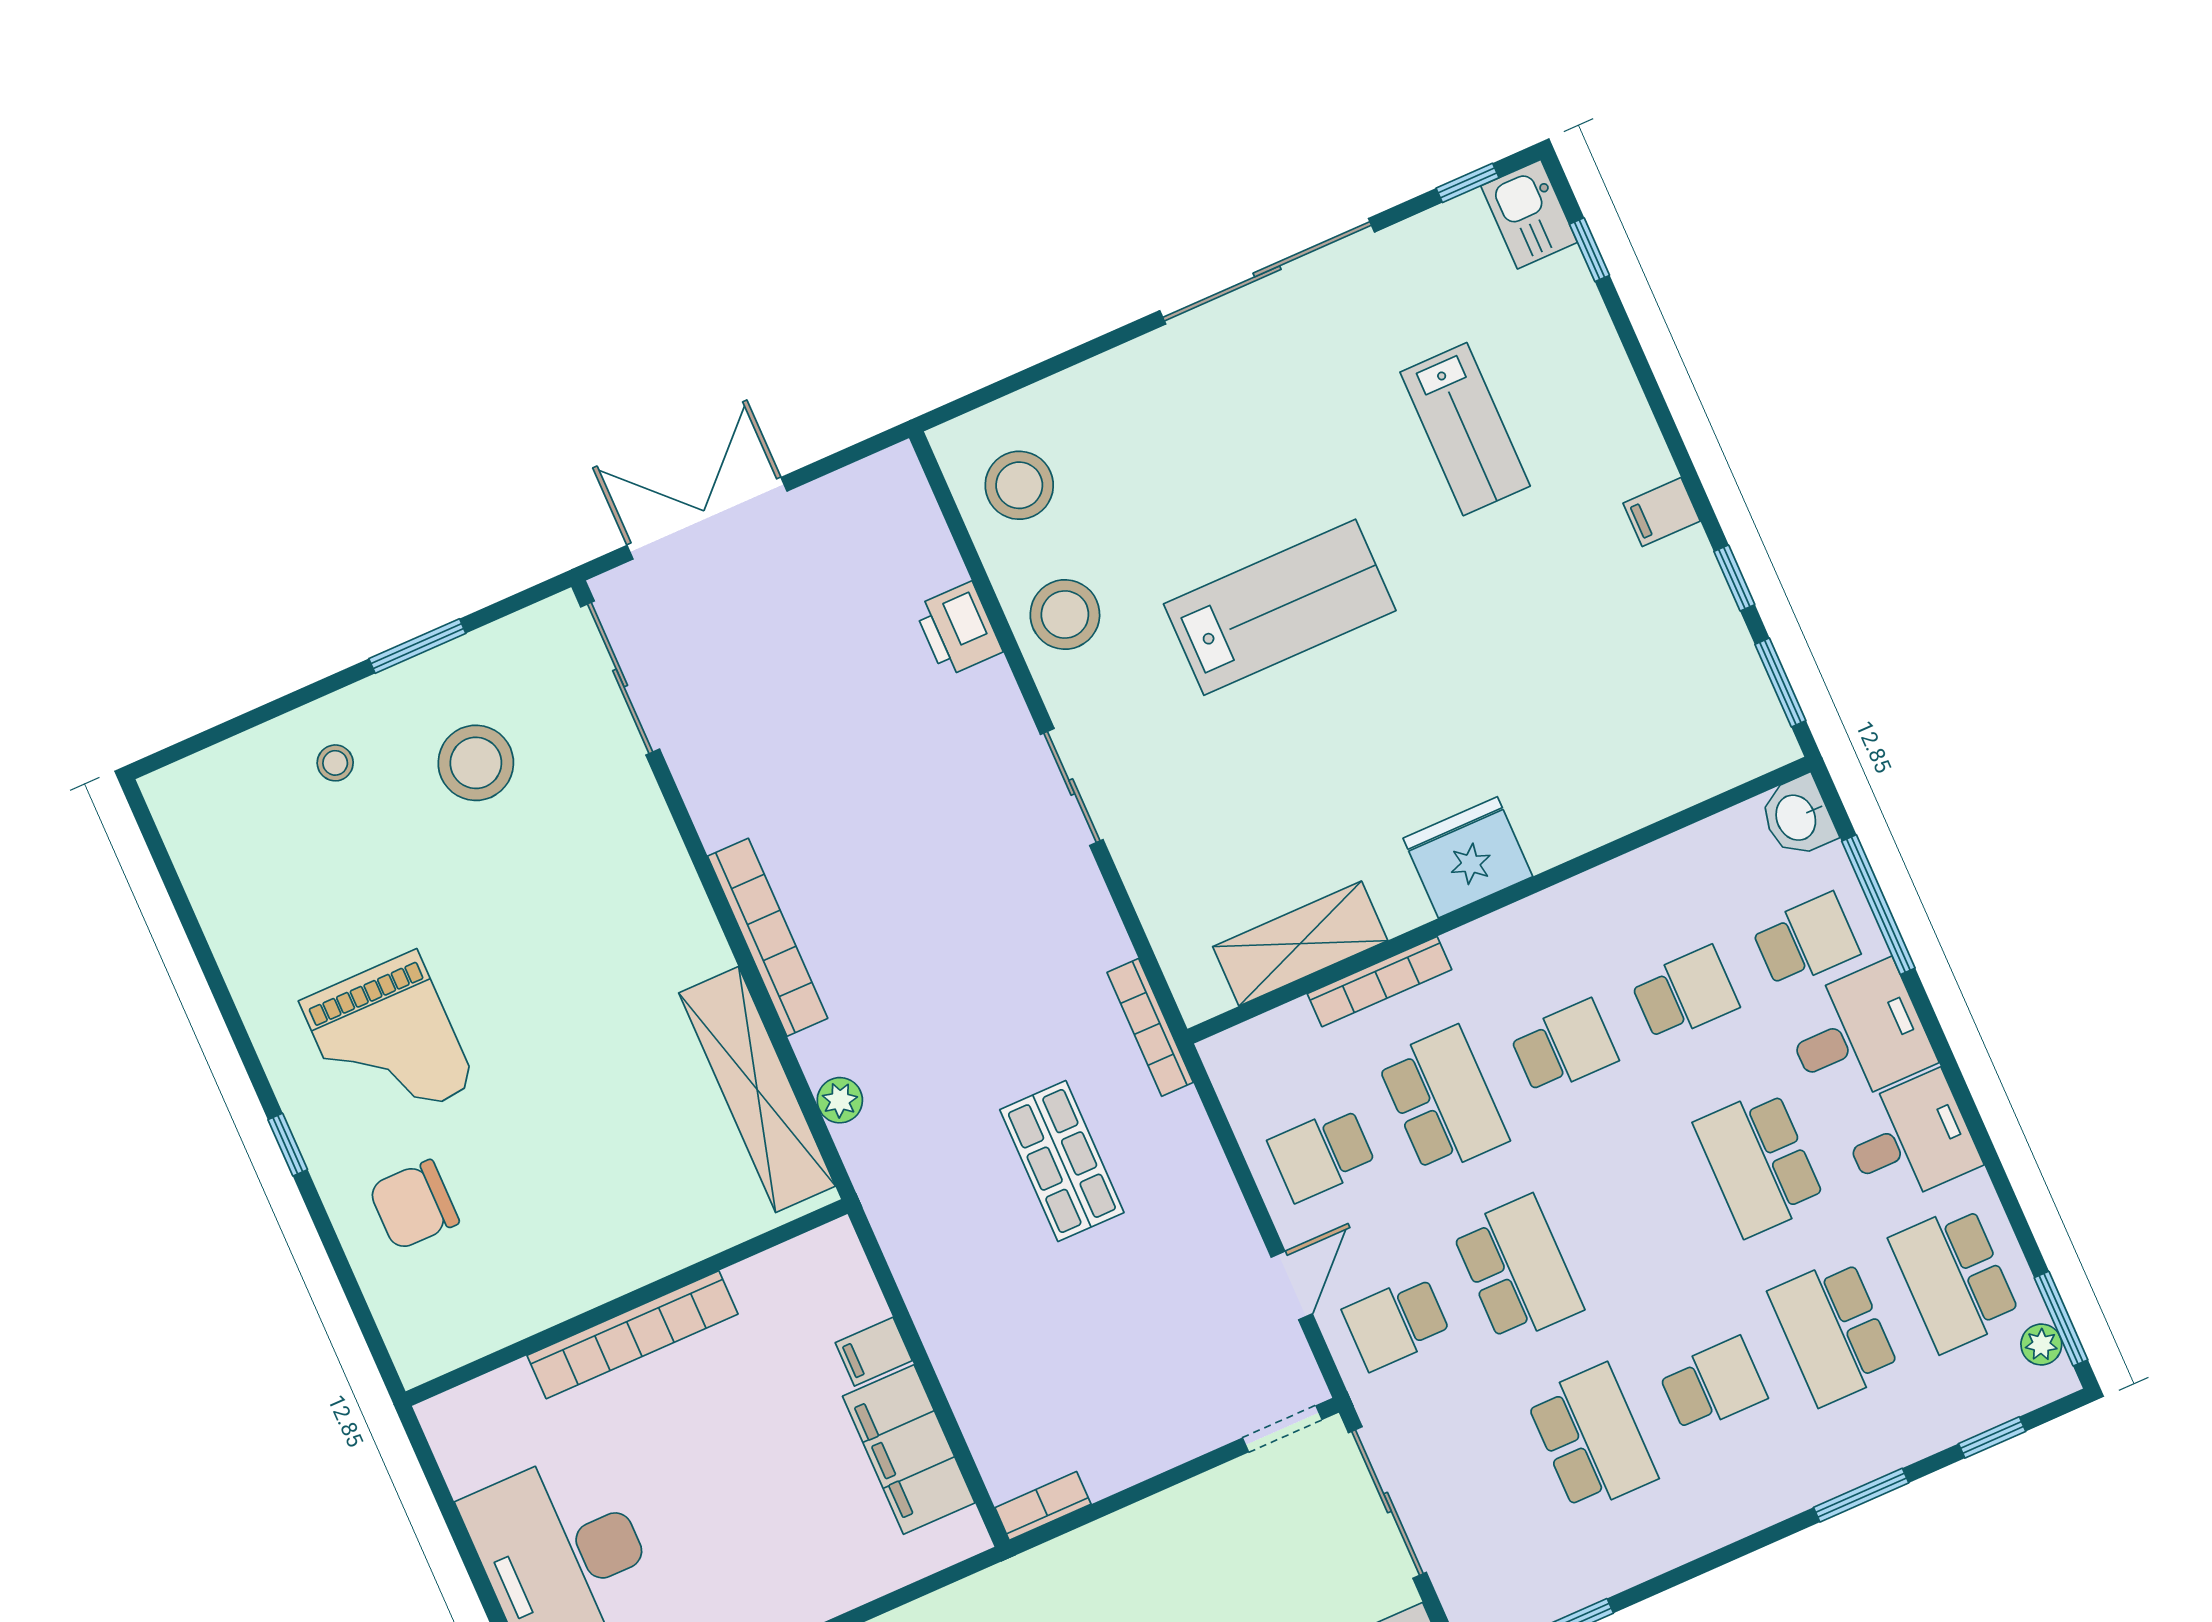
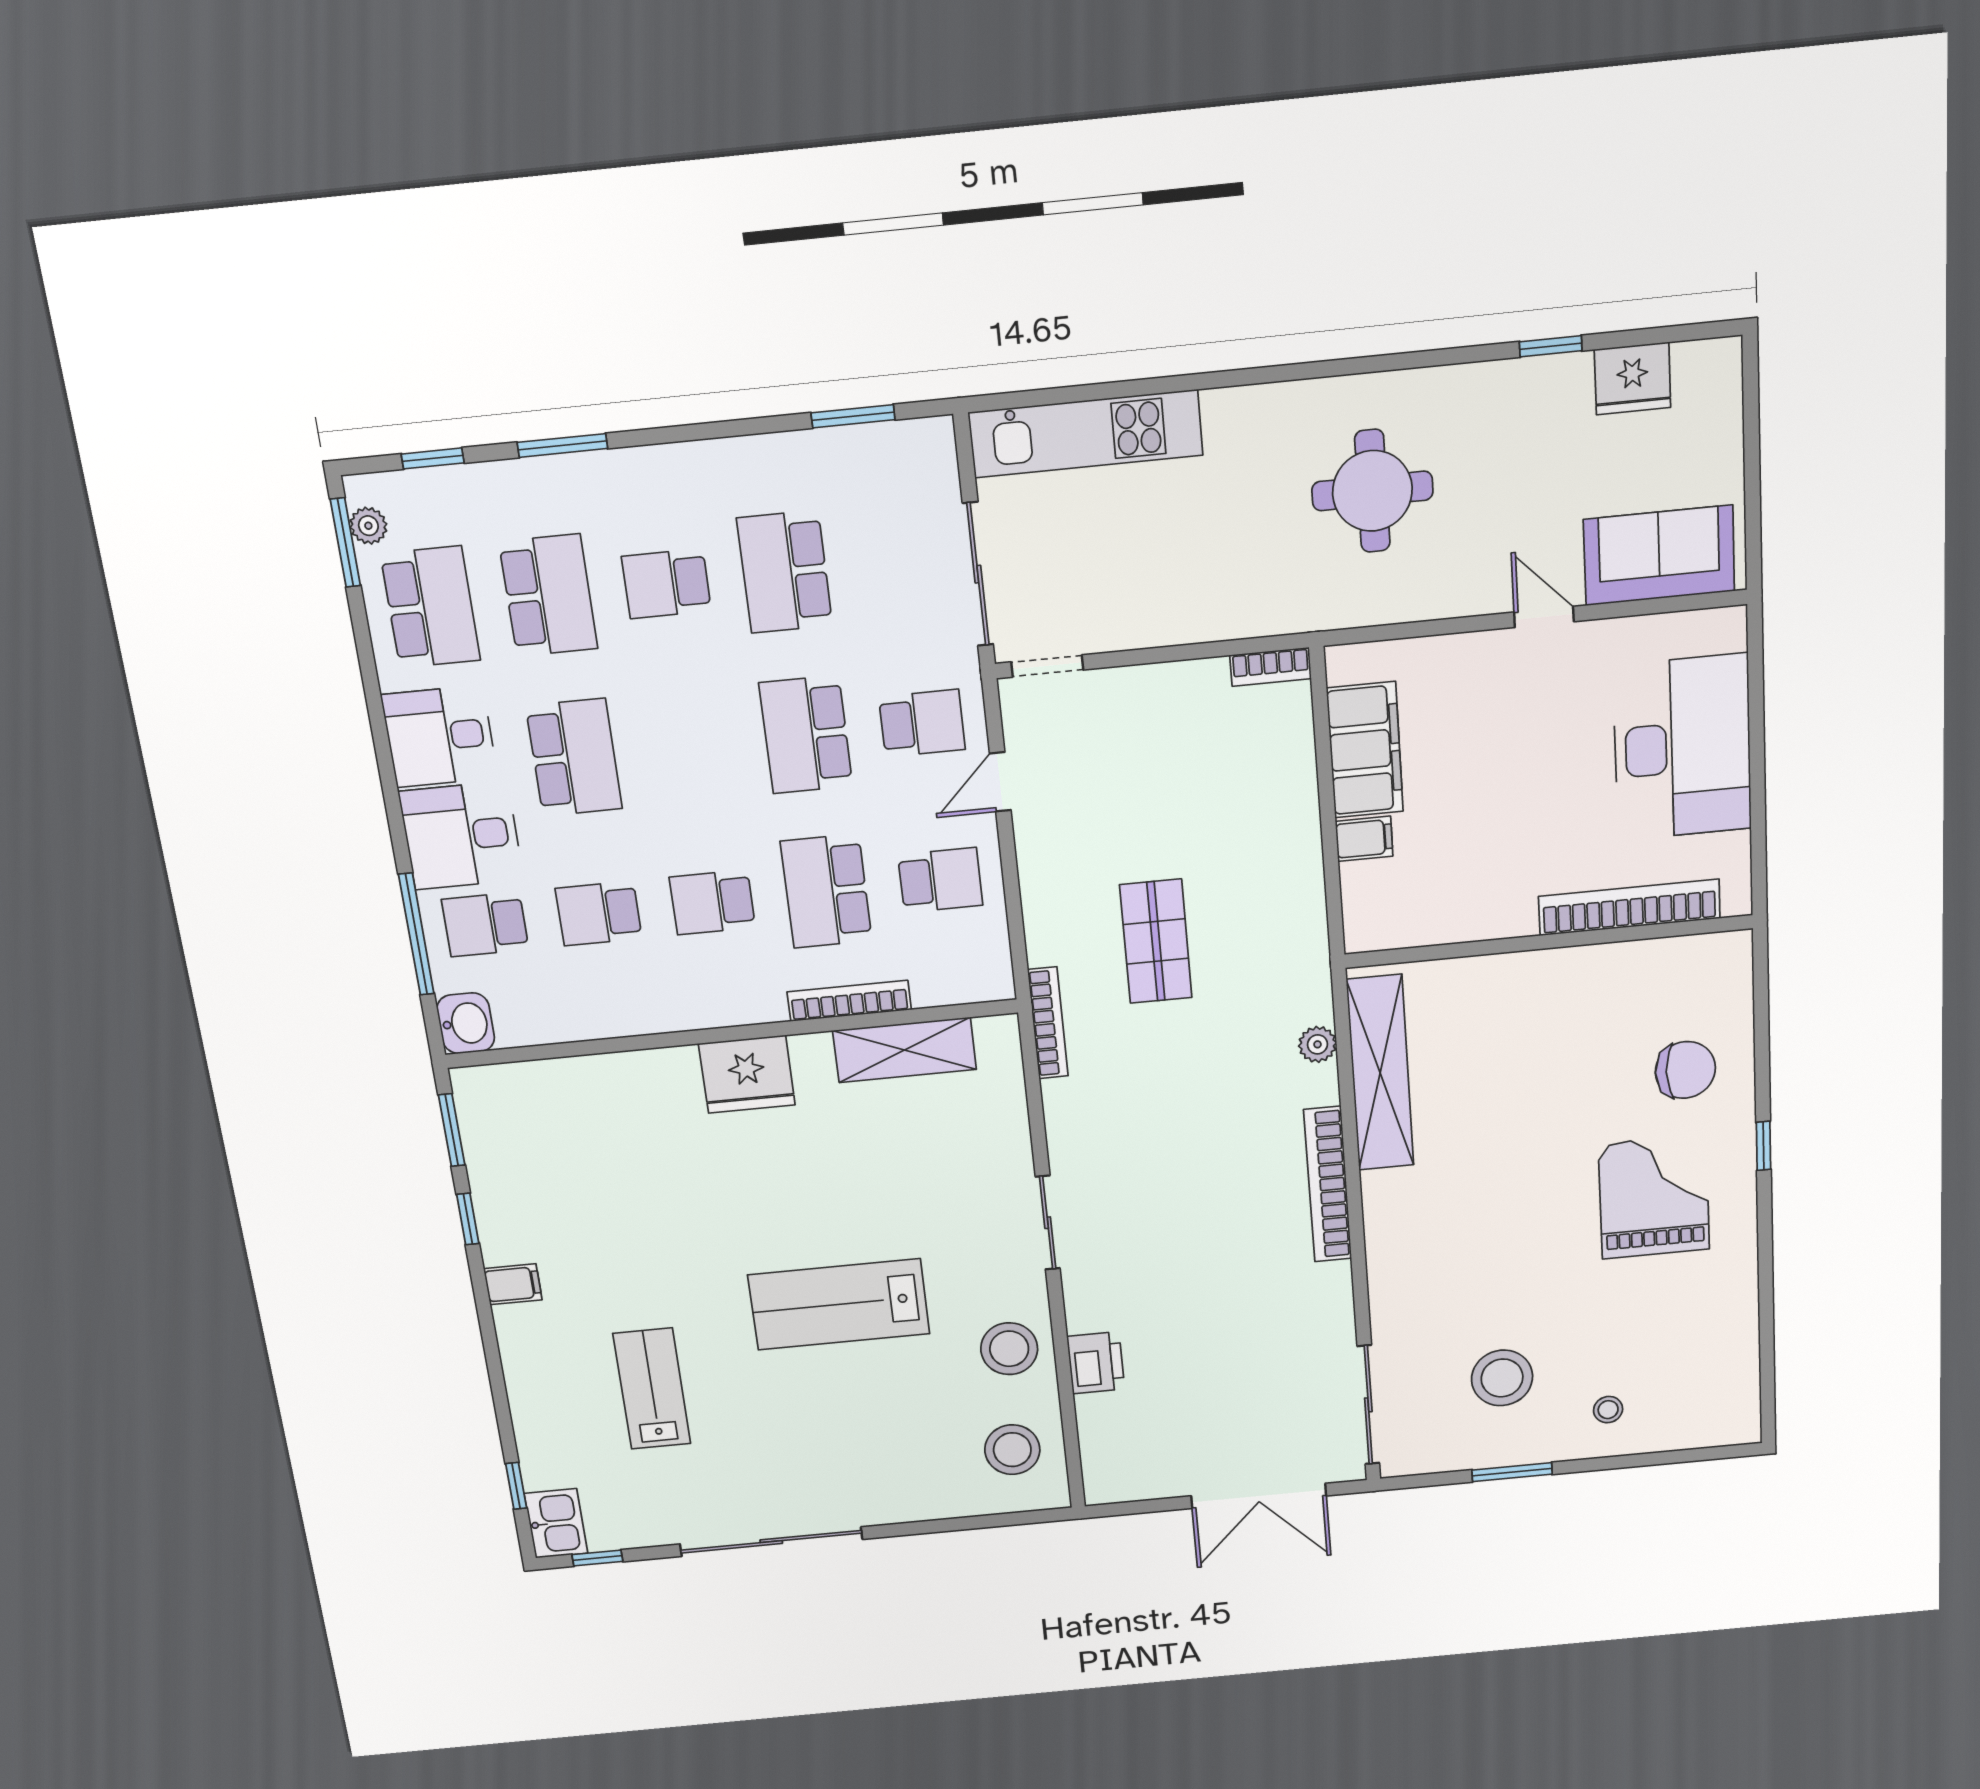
bookcase: (632, 1335) -> (1629, 907), moved

